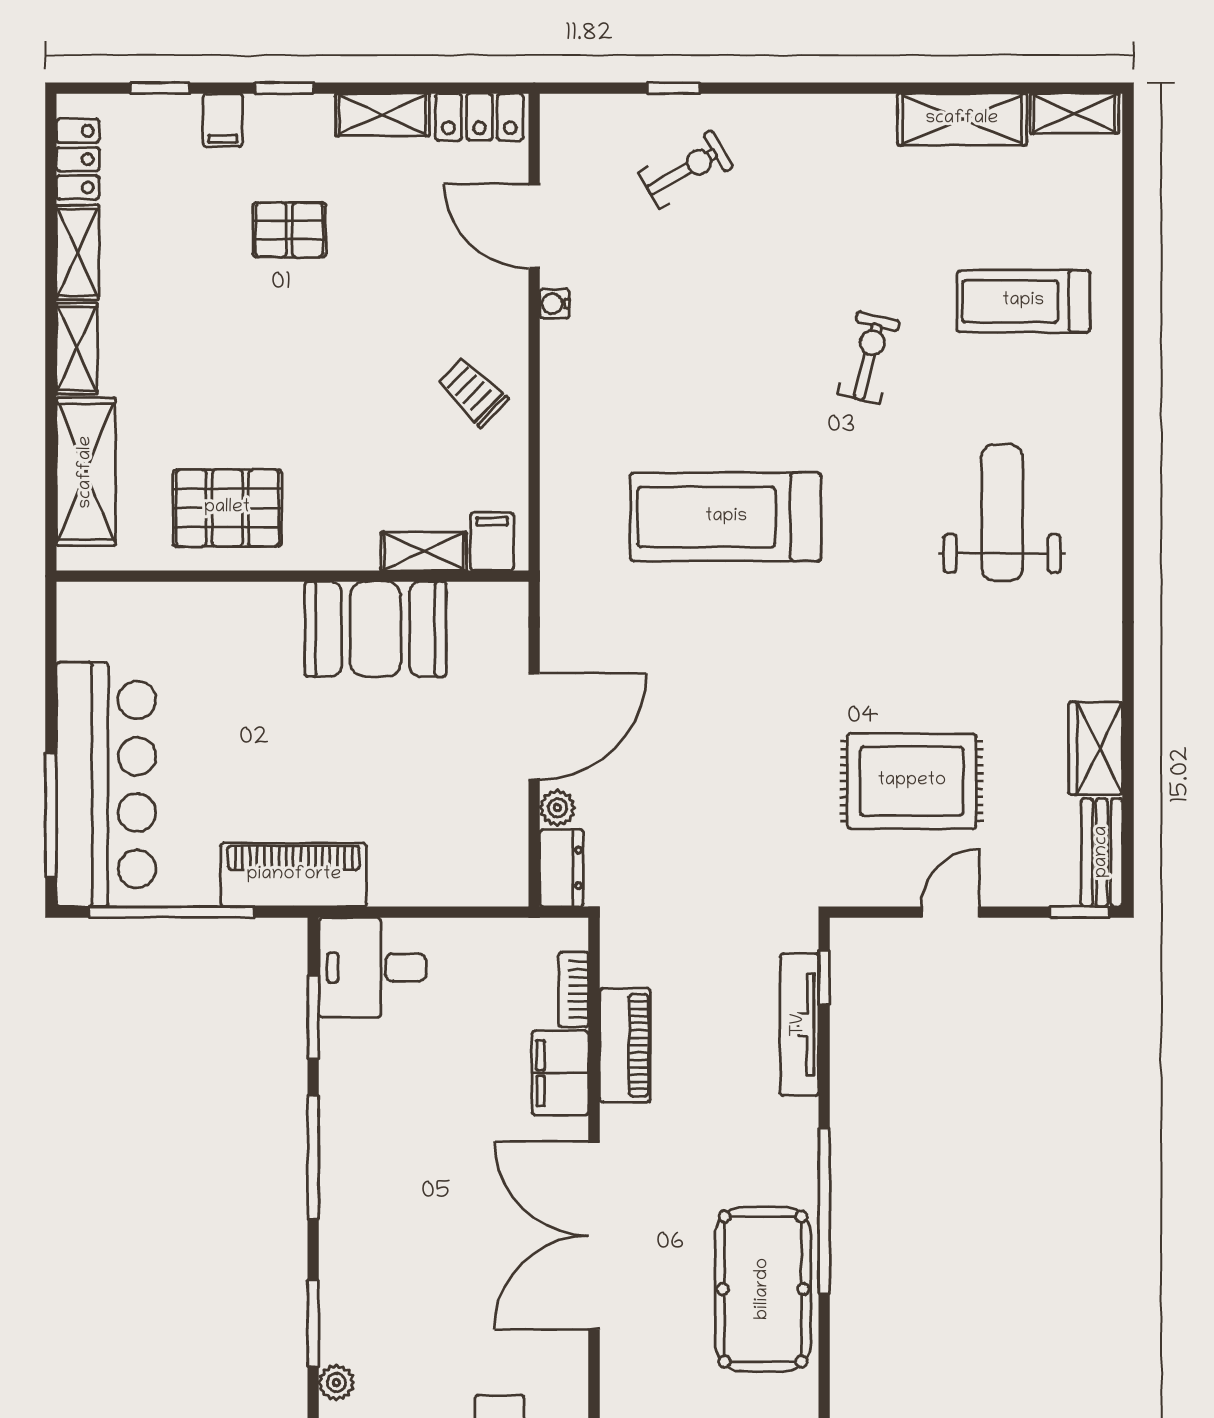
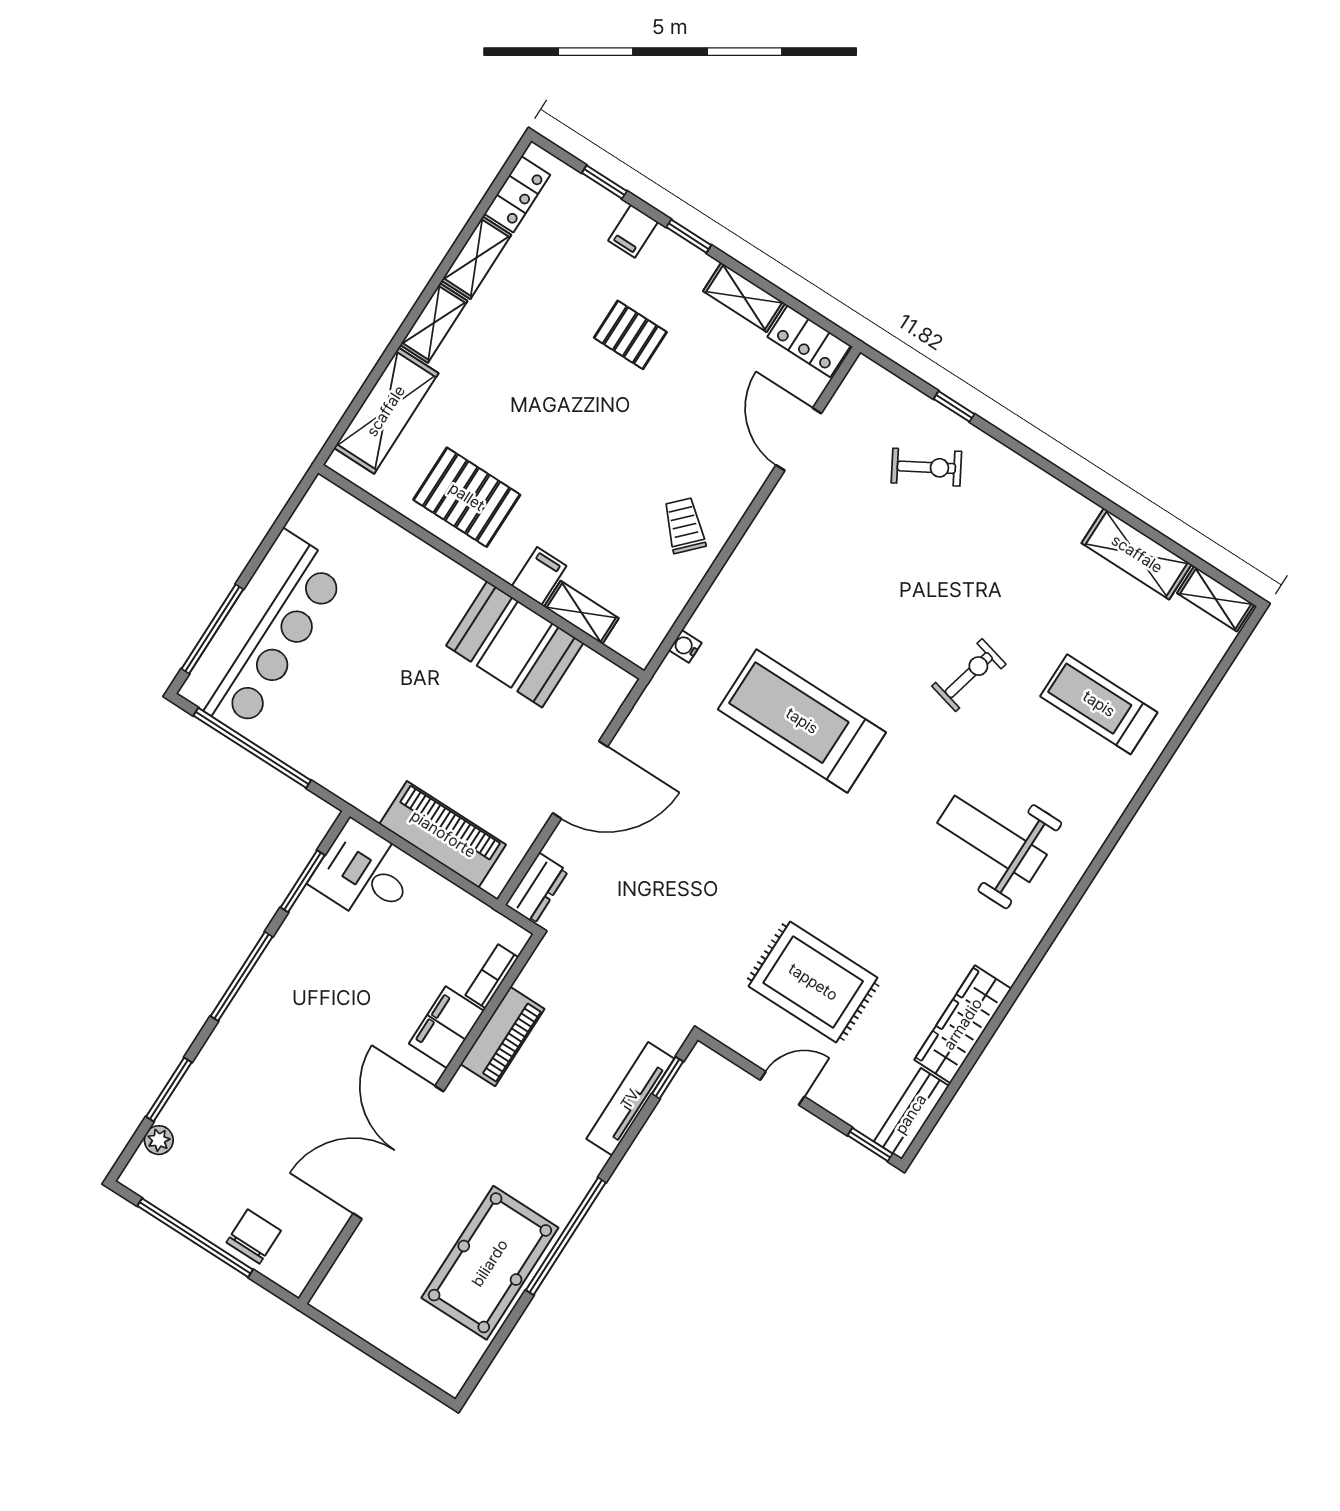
water cooler: (554, 304) -> (685, 646), moved
weight bench: (1002, 513) -> (992, 839), turned -90
filing cabinet: (492, 542) -> (539, 576), moved
wardrobe: (1096, 748) -> (963, 1024), width x1.50
plant: (557, 808) -> (560, 845), removed
piano: (294, 875) -> (443, 834), moved

